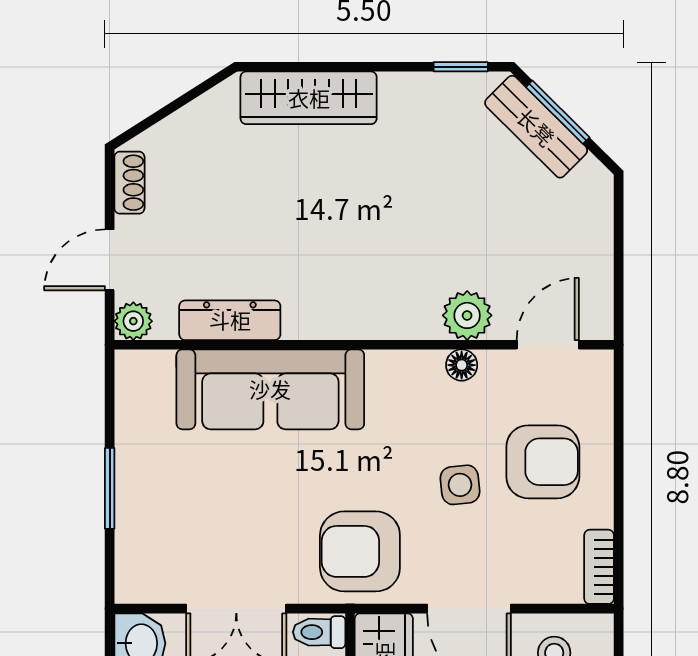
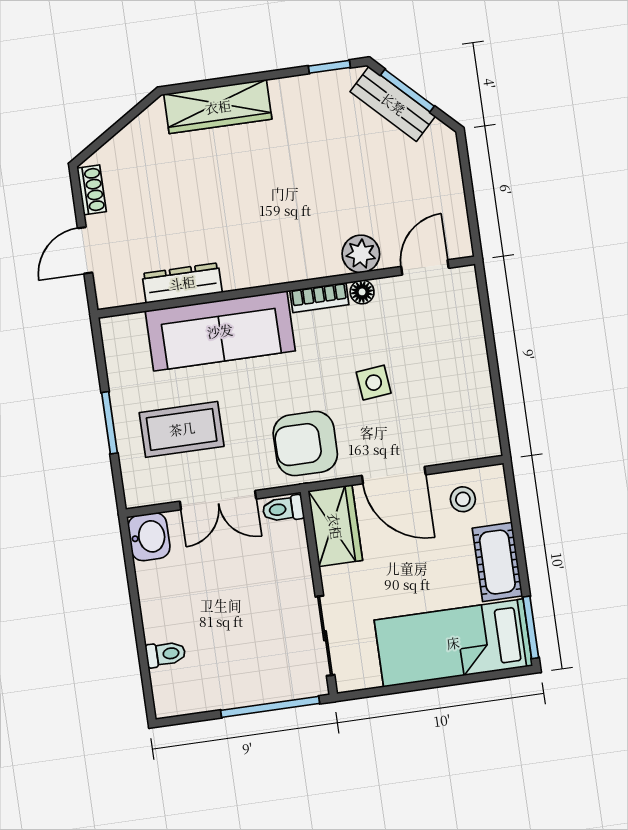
plant: (133, 321) -> (109, 294), removed
armchair: (543, 462) -> (434, 356), removed
coffee table: (202, 510) -> (182, 429), added
bookcase: (599, 567) -> (319, 297), moved, turned -90

